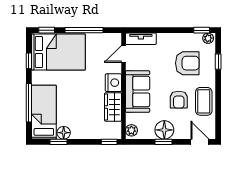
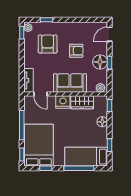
coffee table: (204, 101) -> (78, 31), removed
floor lamp: (64, 133) -> (102, 122), moved

